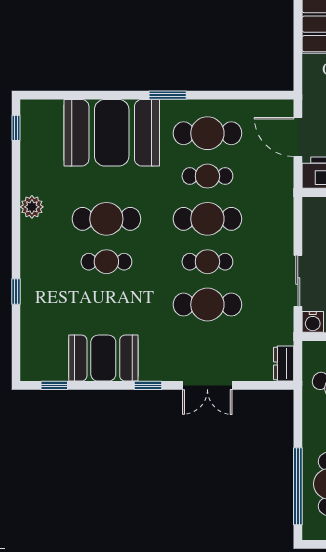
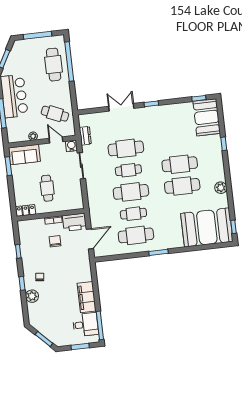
booth: (112, 133) -> (207, 227), moved
door: (298, 137) -> (90, 239), hinge flipped
cafe table: (106, 262) -> (180, 164), width x1.37, depth x1.35
booth: (103, 358) -> (207, 117), moved, turned 90
dresser: (284, 363) -> (85, 136), moved

